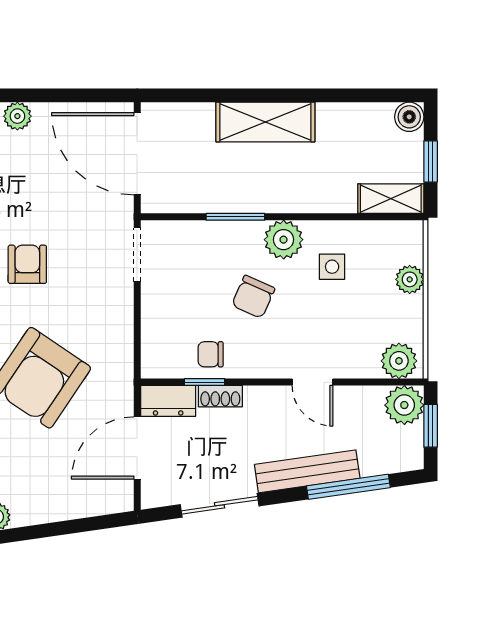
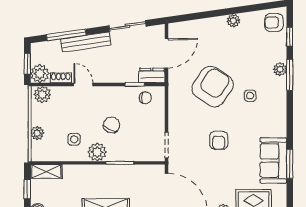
chair: (211, 354) -> (145, 98), moved
shoe rack: (220, 396) -> (61, 78), moved

